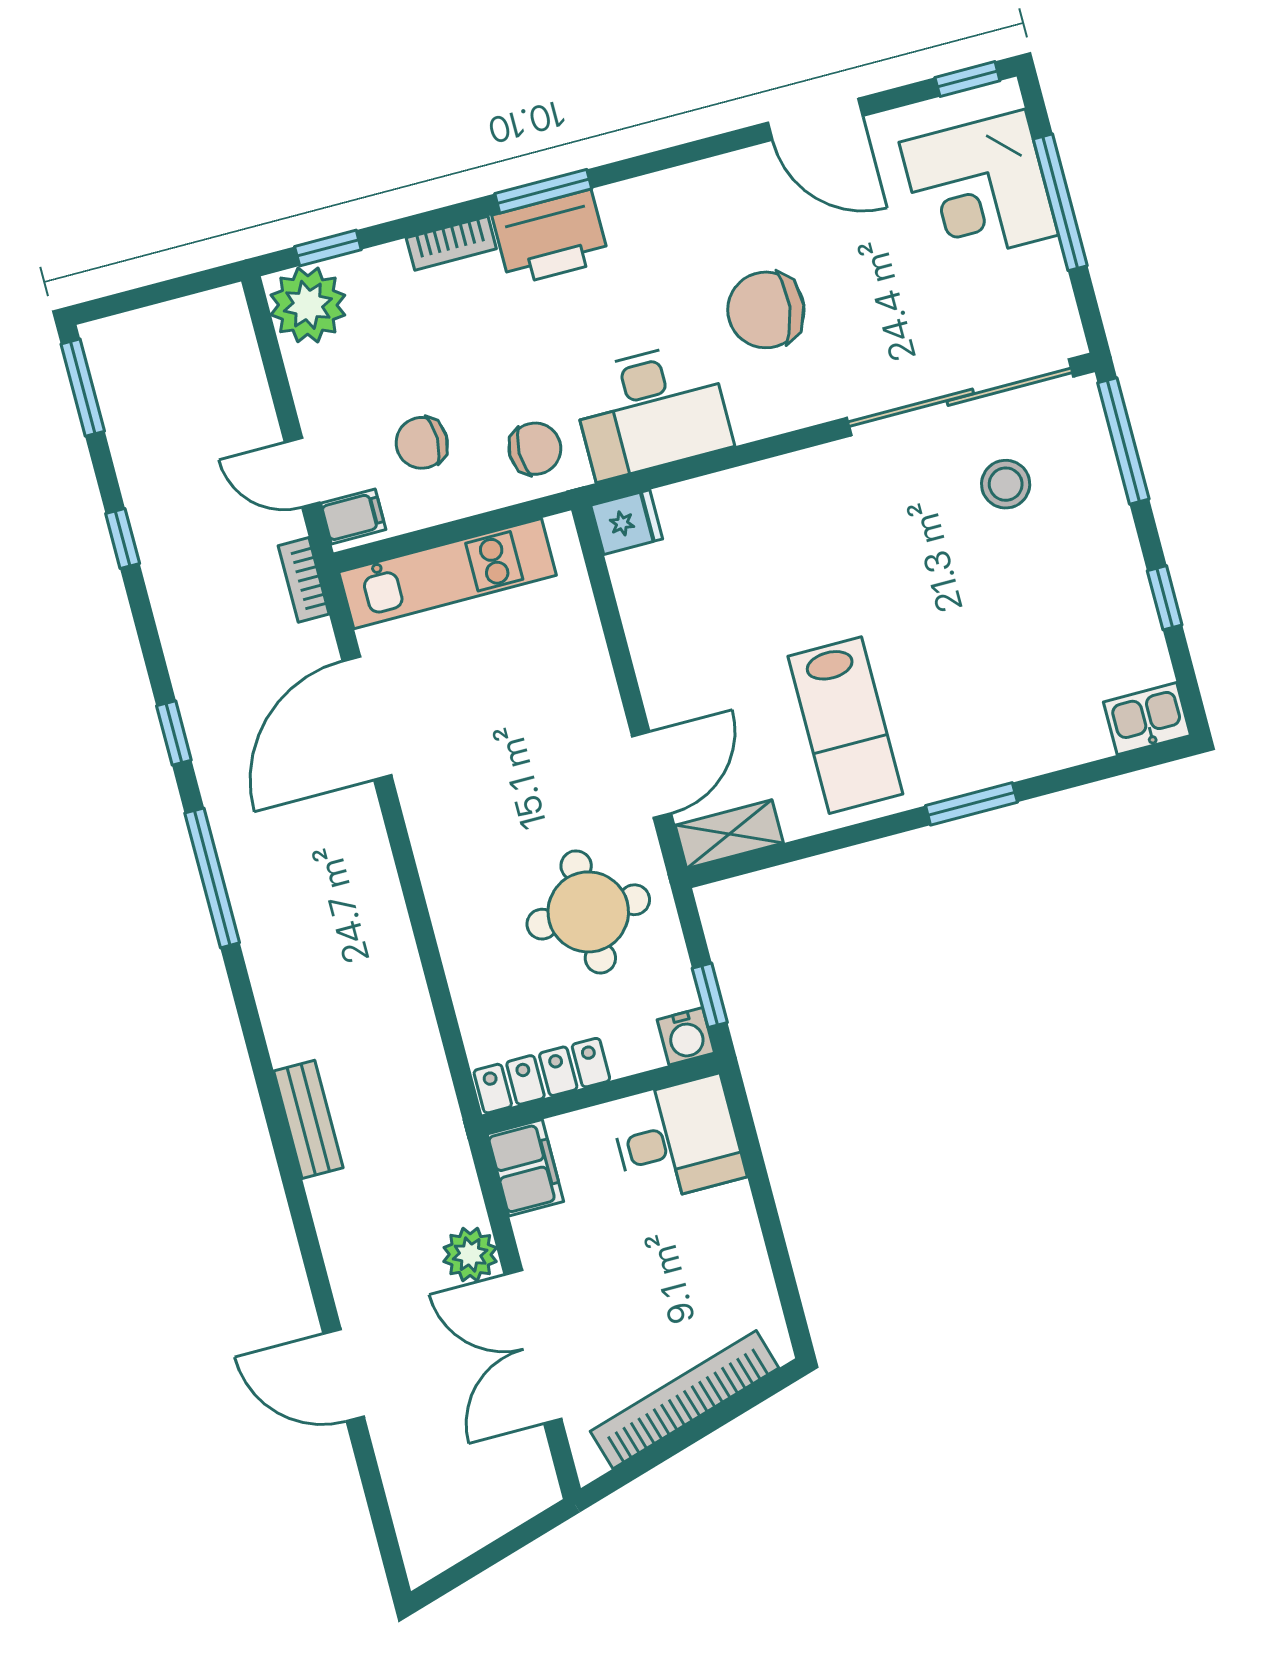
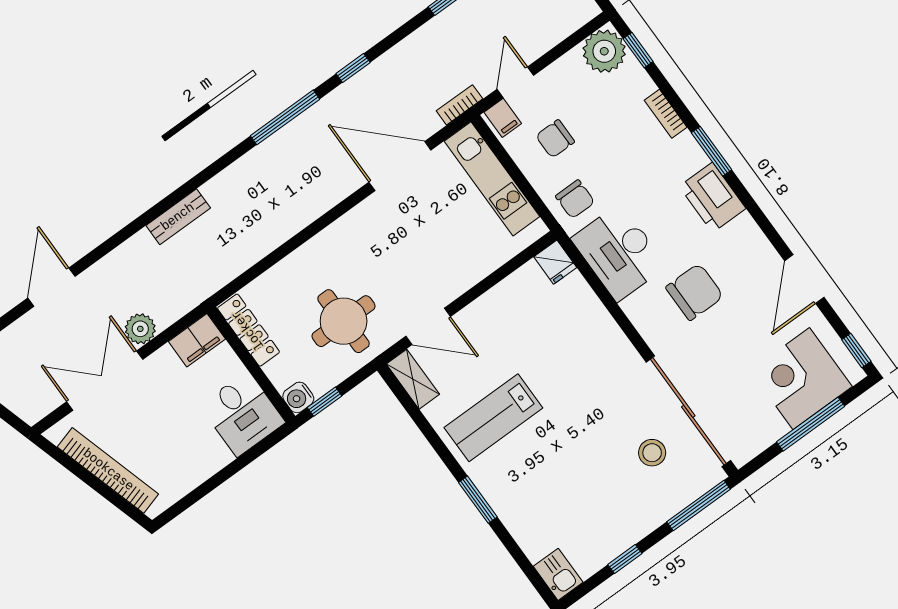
printer: (551, 238) -> (712, 197), moved
chair: (766, 310) -> (695, 292), turned 83
chair: (422, 443) -> (555, 139), turned -90

